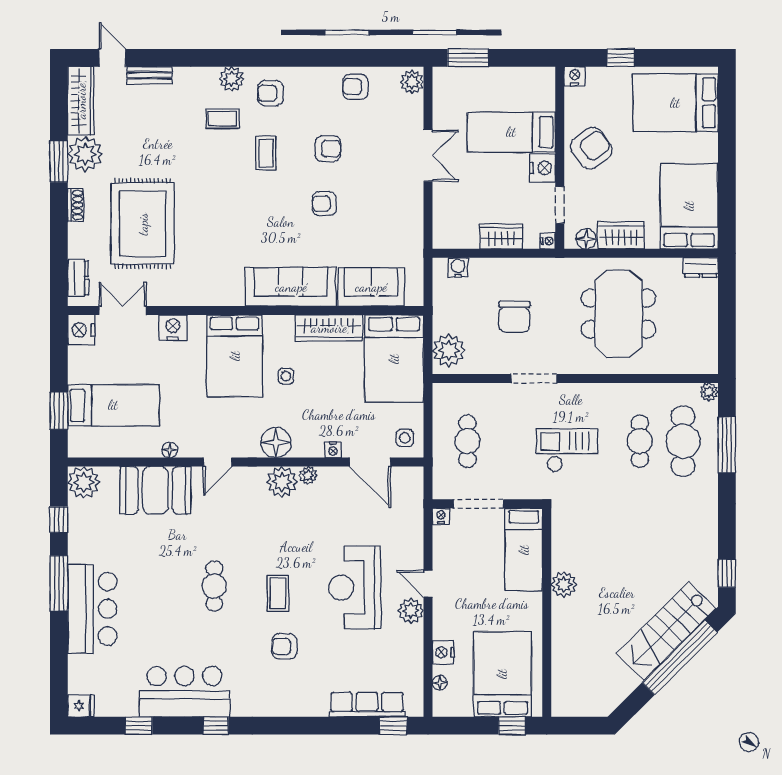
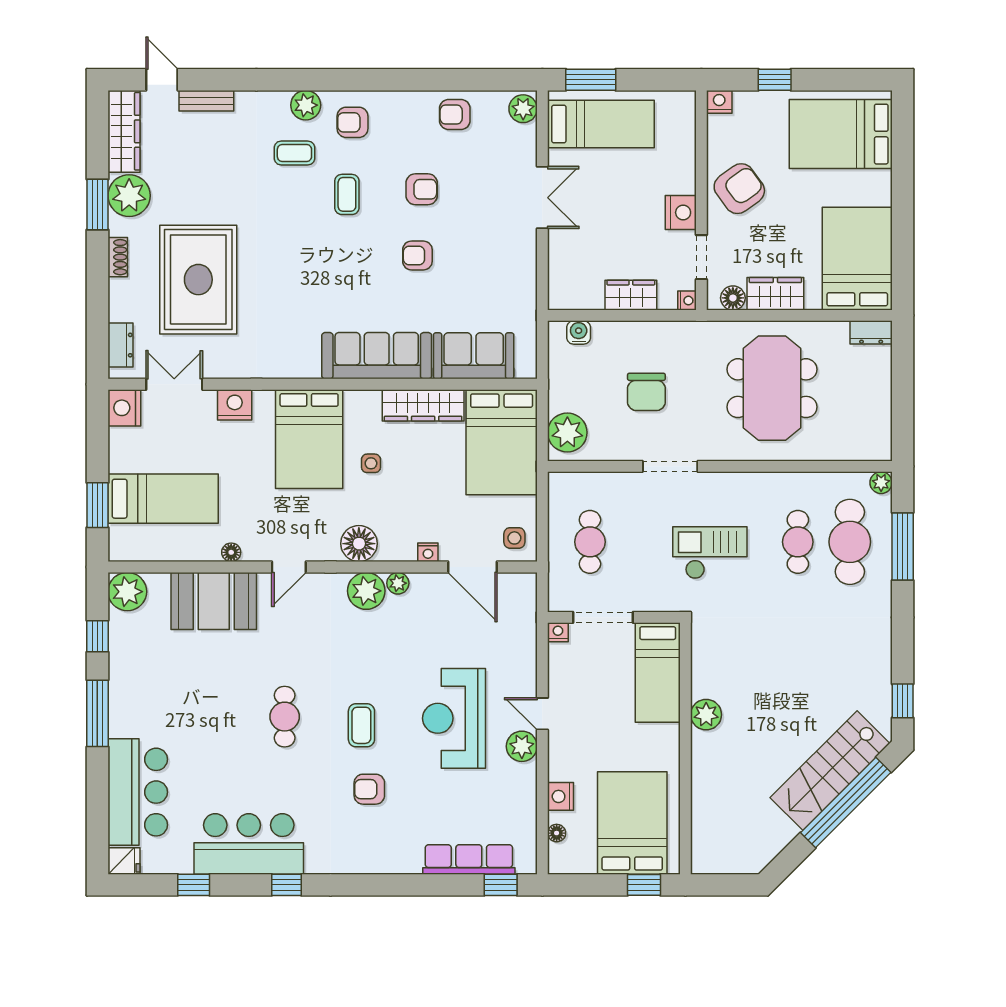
bed: (511, 132) -> (601, 124), moved, turned 180
bar counter: (92, 609) -> (138, 792), moved

